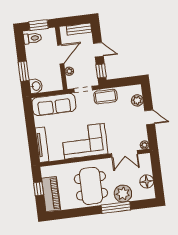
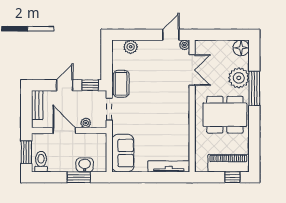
washbasin: (36, 86) -> (85, 165), moved
sofa: (54, 104) -> (123, 153), width x0.73
door: (150, 117) -> (171, 35), moved
corner sofa: (84, 141) -> (171, 116), removed
floor lamp: (147, 181) -> (241, 48), moved
window: (39, 189) -> (233, 177), moved

